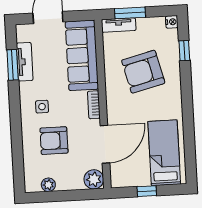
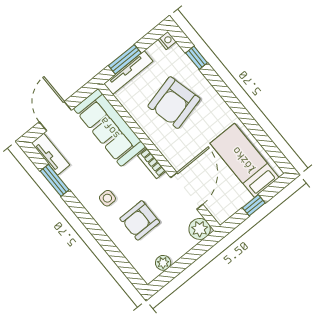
tv unit: (119, 25) -> (128, 73), width x1.41
tv unit: (25, 62) -> (50, 154), moved

